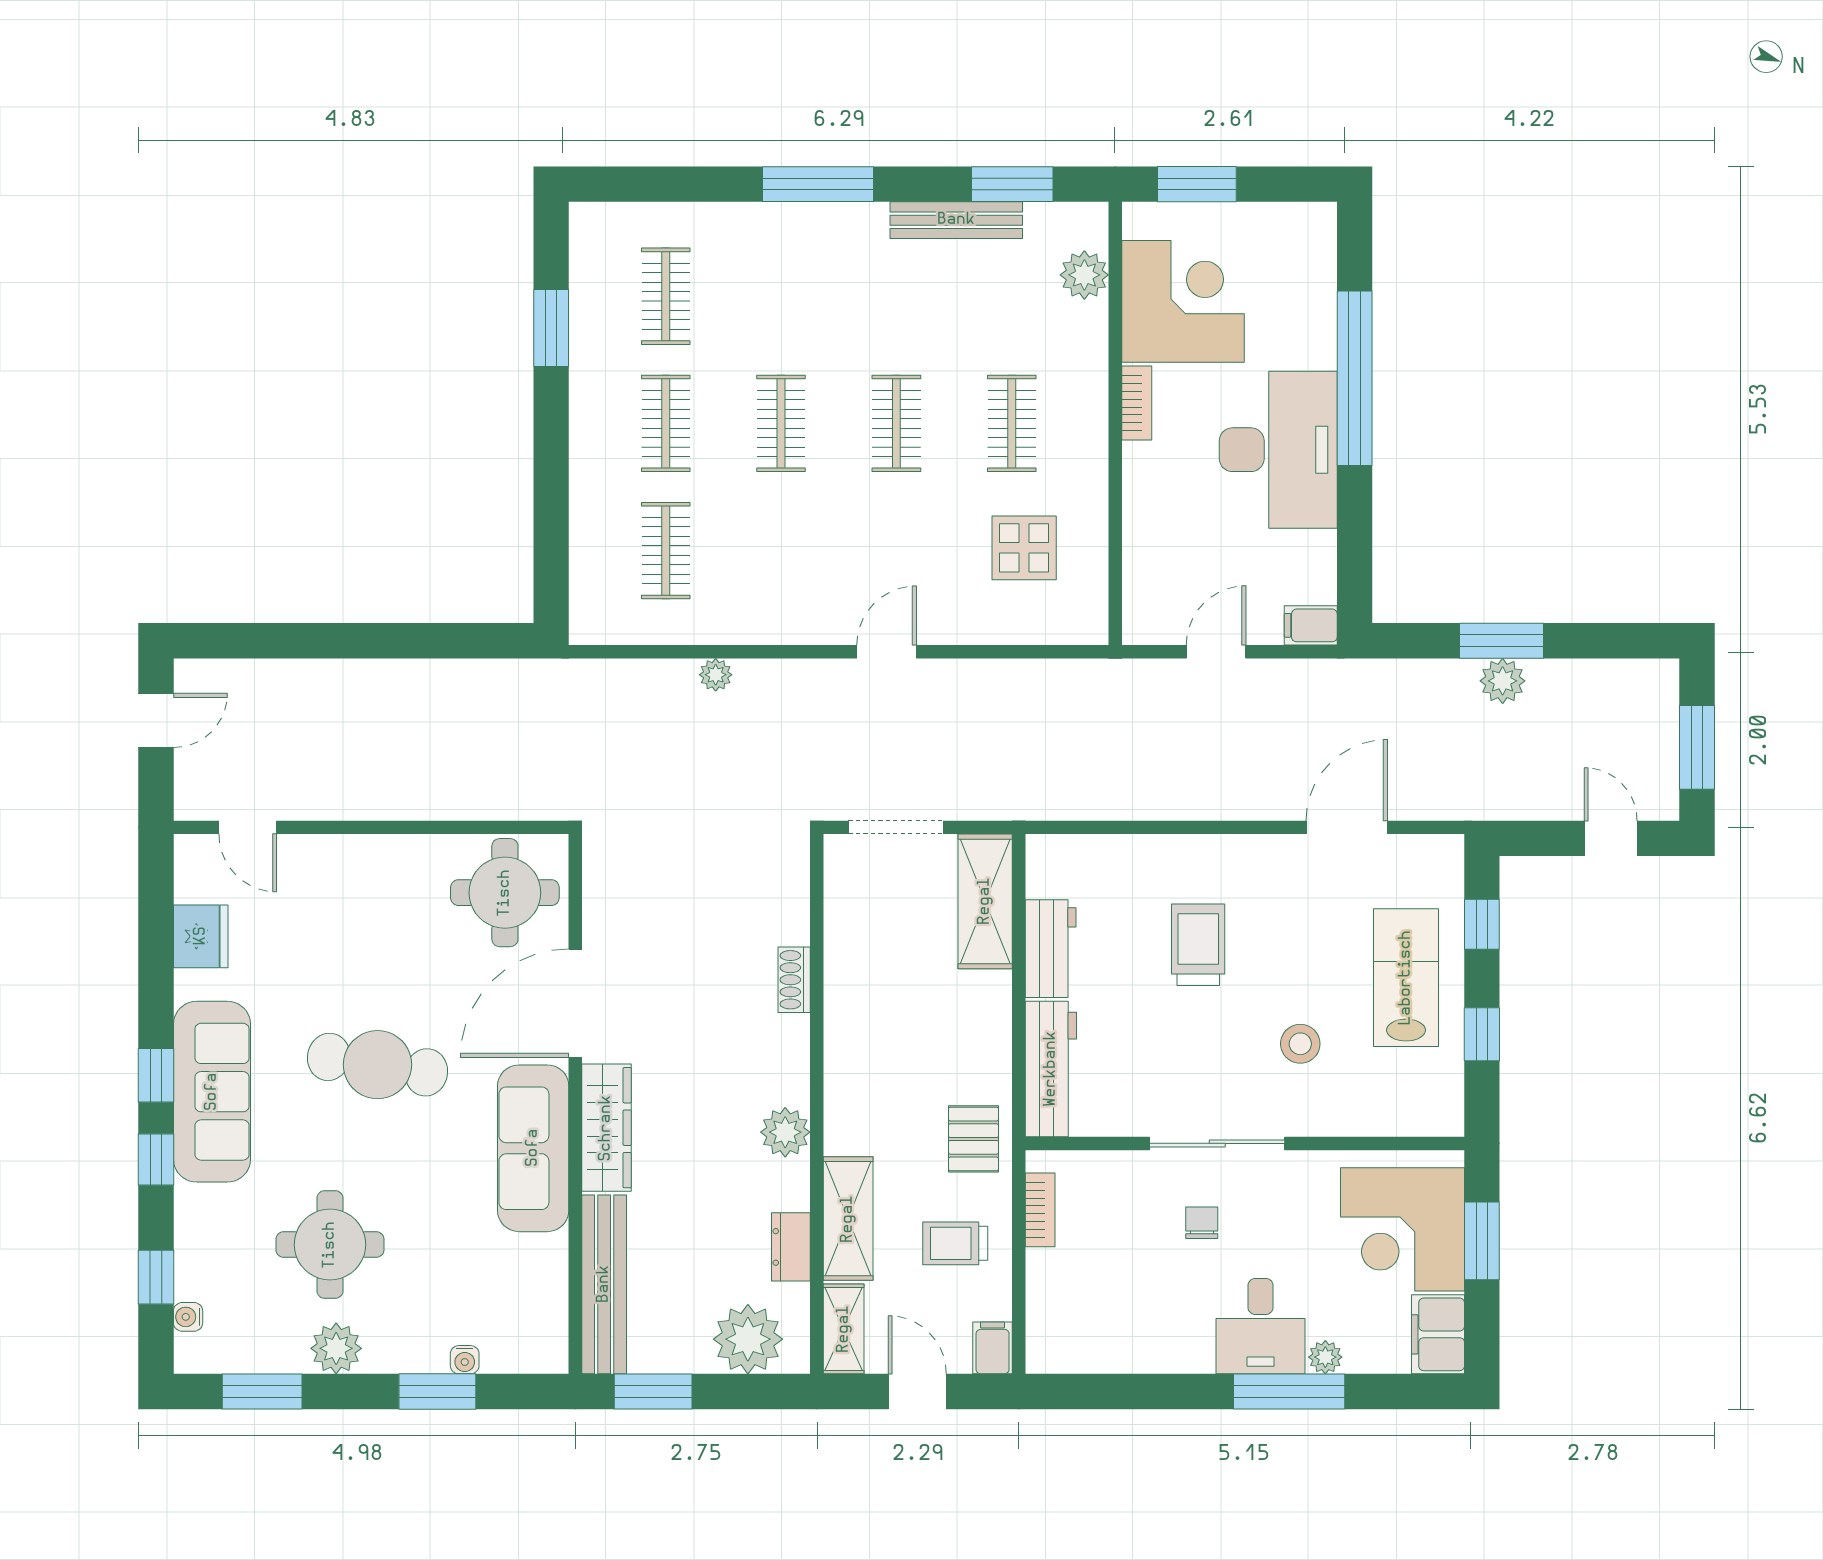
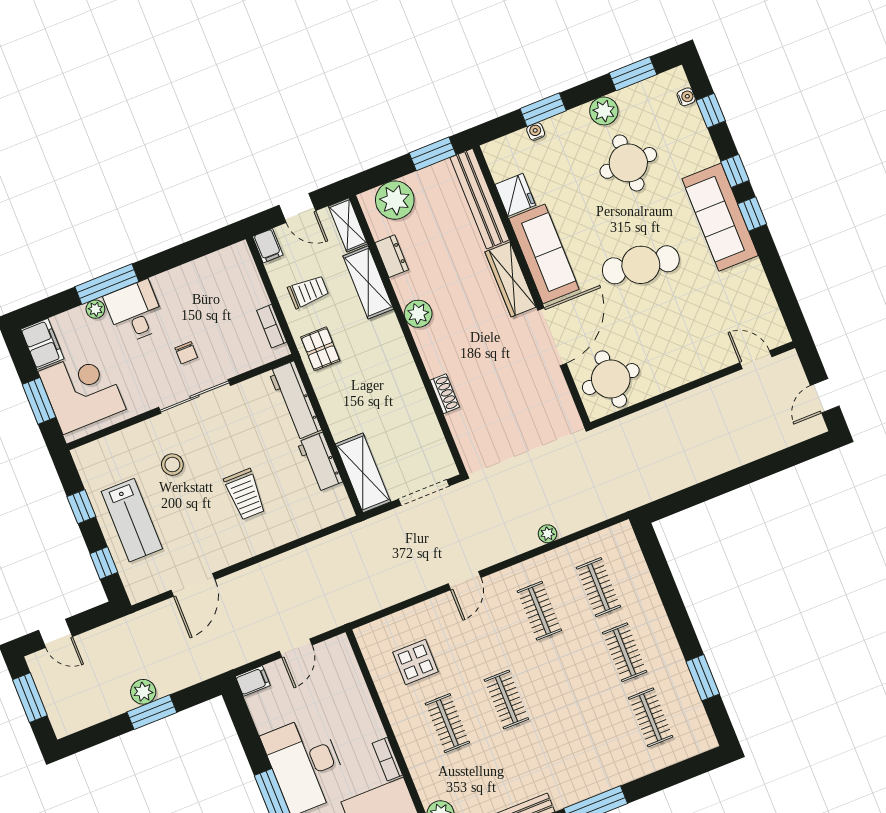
clothes rail: (781, 423) -> (539, 611), moved
fridge: (201, 936) -> (515, 195), moved, turned 180

